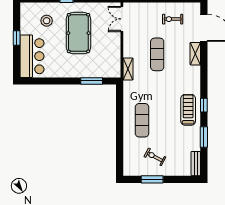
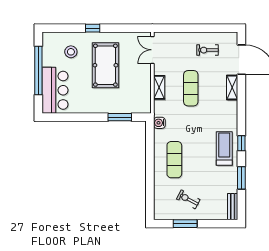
window: (17, 38) -> (38, 71), width x3.17
shelving: (128, 69) -> (159, 87), moved
water cooler: (128, 86) -> (159, 123), added

